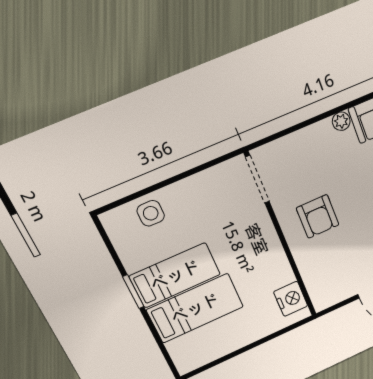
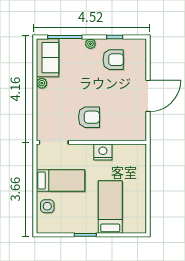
bed: (175, 275) -> (61, 180), moved, turned 90
nightstand: (291, 299) -> (103, 152), moved

